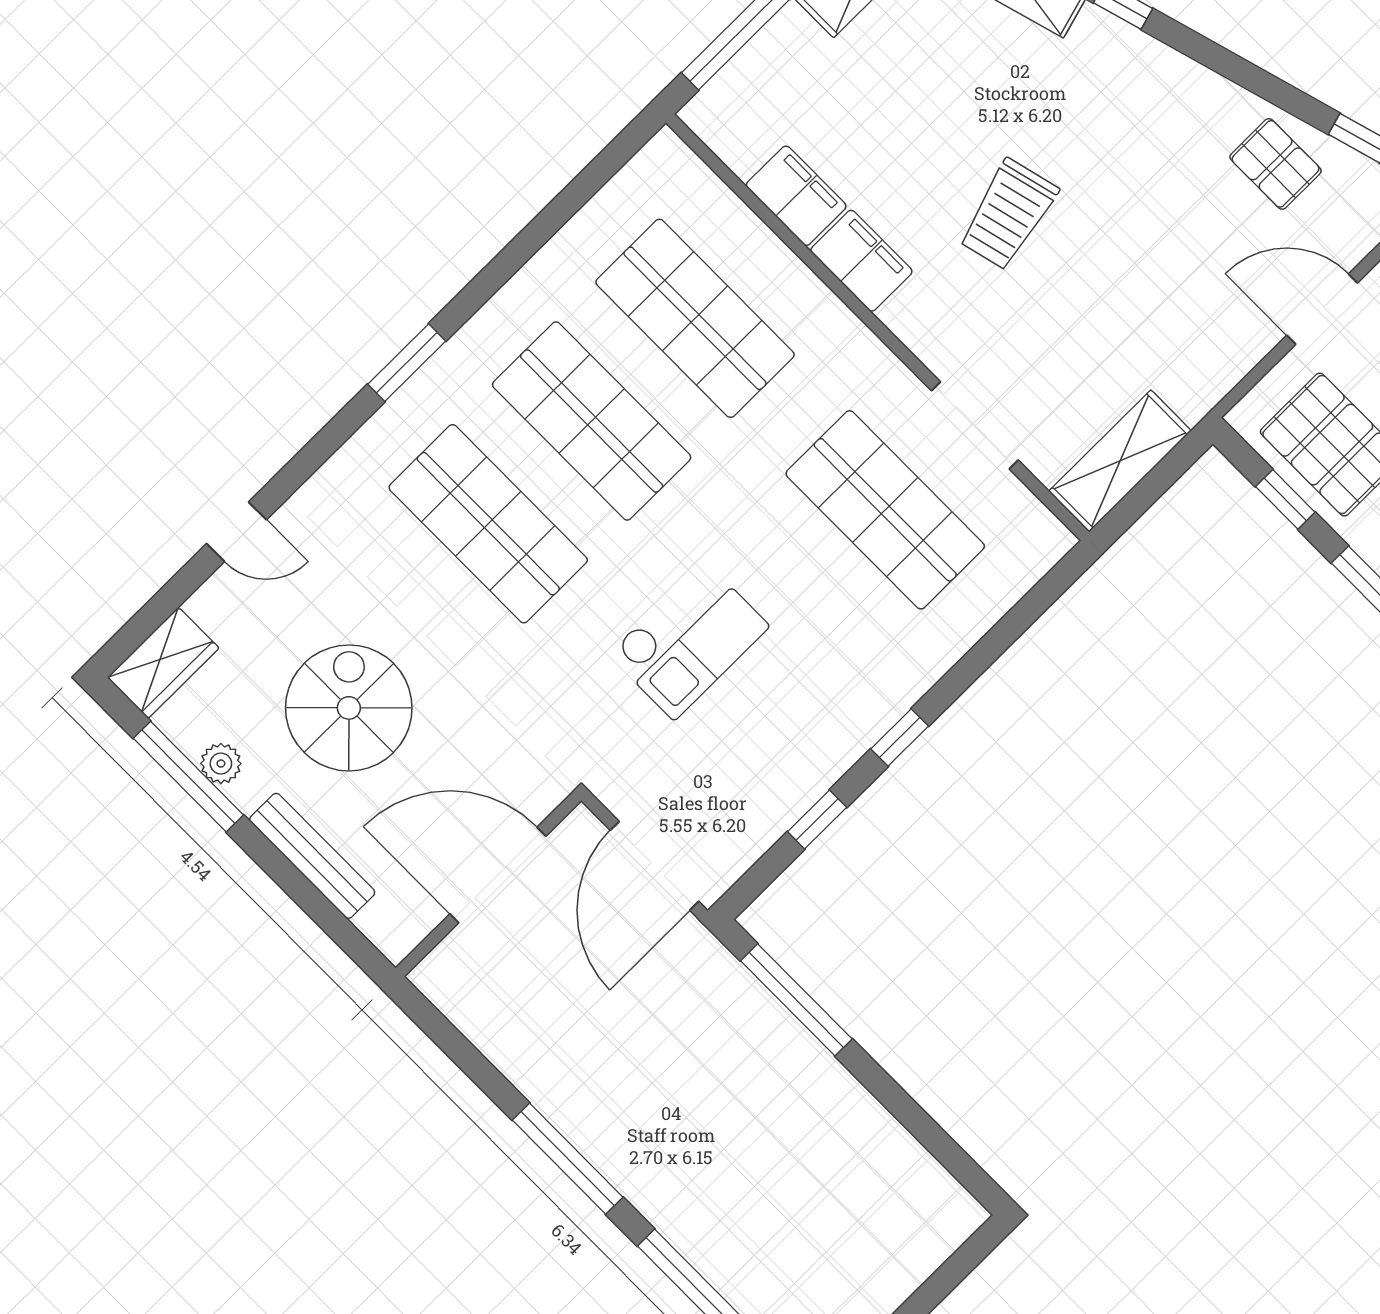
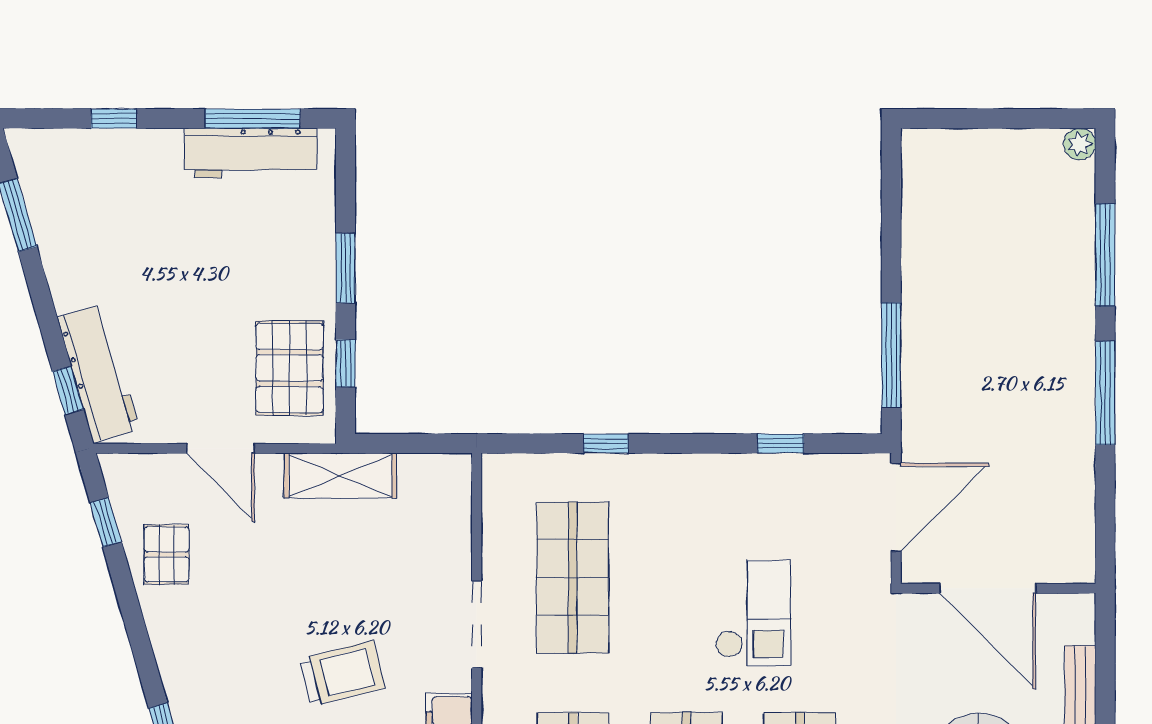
doorway: (975, 425) -> (477, 625), moved
shelving: (1120, 461) -> (340, 475), moved
checkout: (689, 640) -> (753, 613), turned 90
window: (900, 737) -> (606, 444), moved

